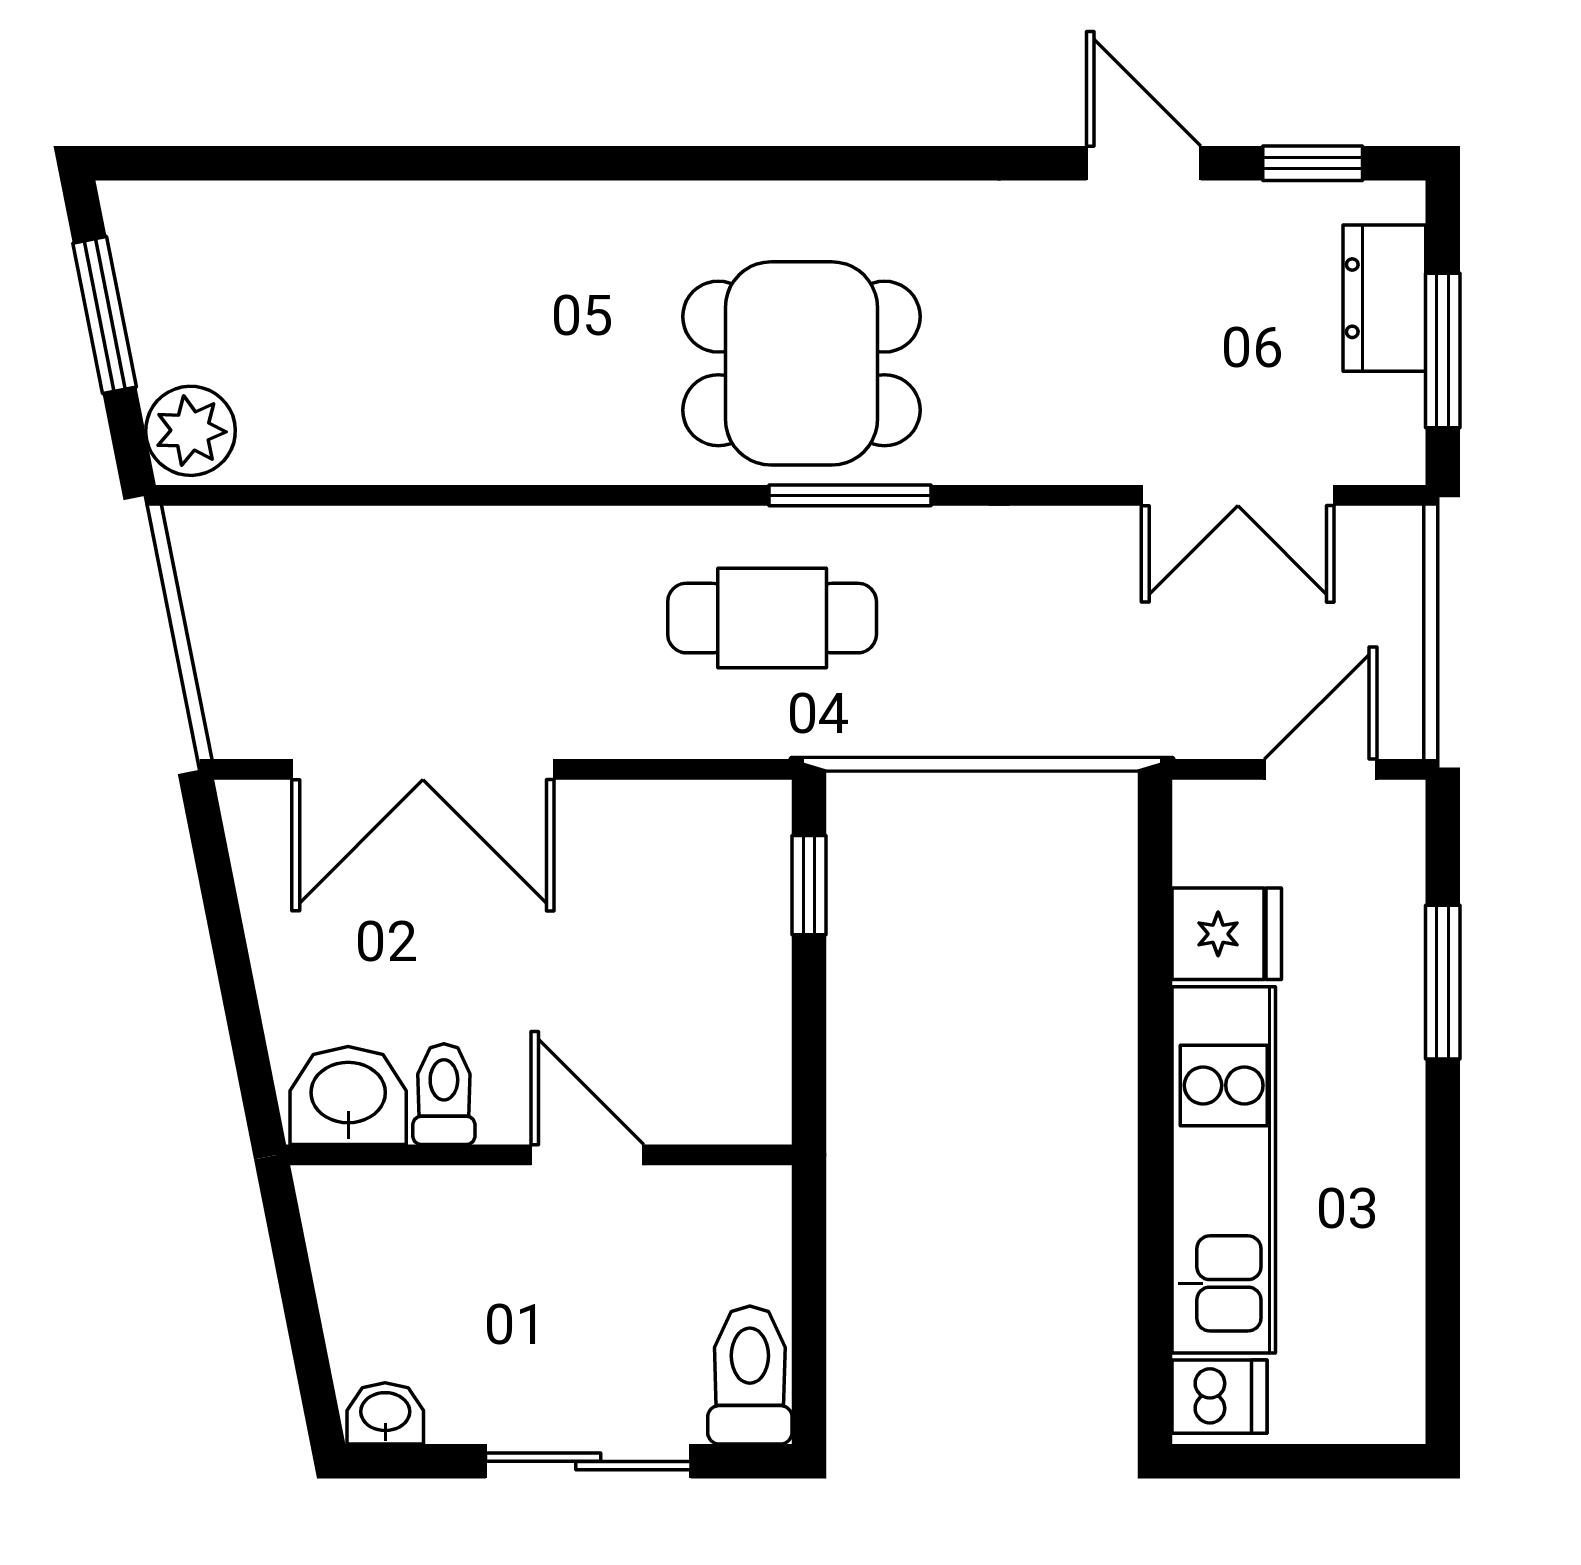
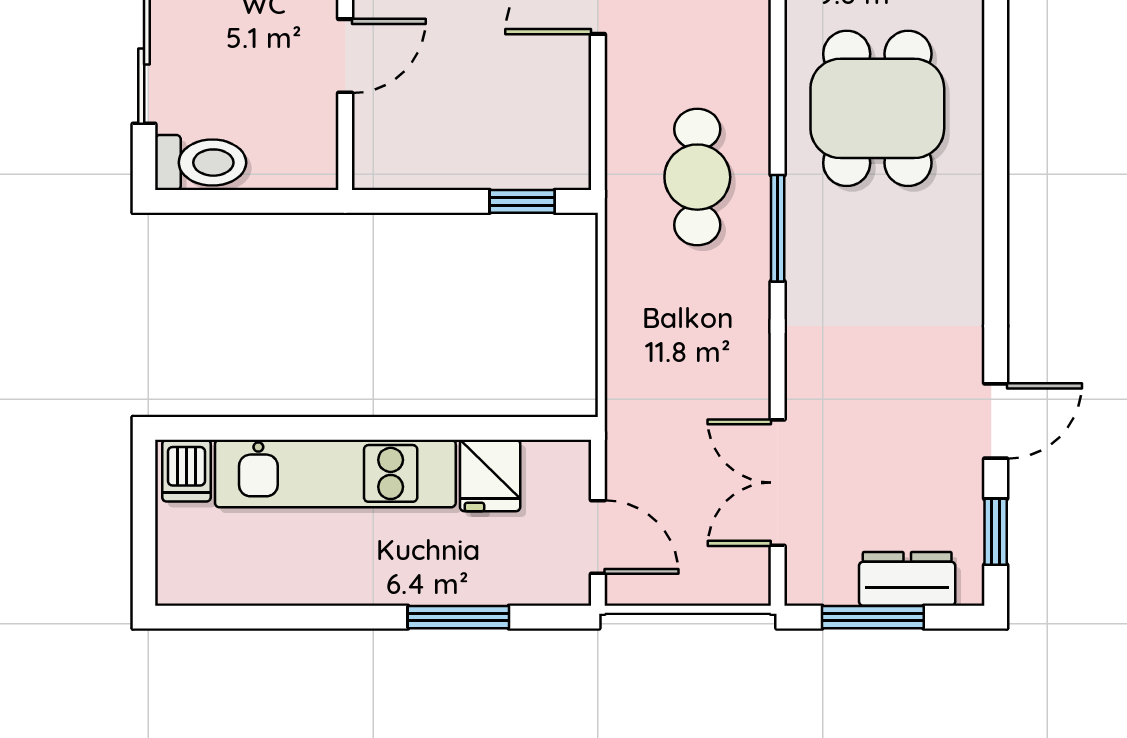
dining table: (801, 363) -> (877, 108), moved

